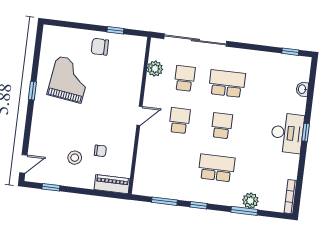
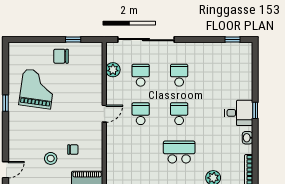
school desk: (227, 84) -> (179, 75), width x0.54
washbasin: (302, 89) -> (247, 138), moved
desk: (287, 133) -> (239, 113), width x0.73

